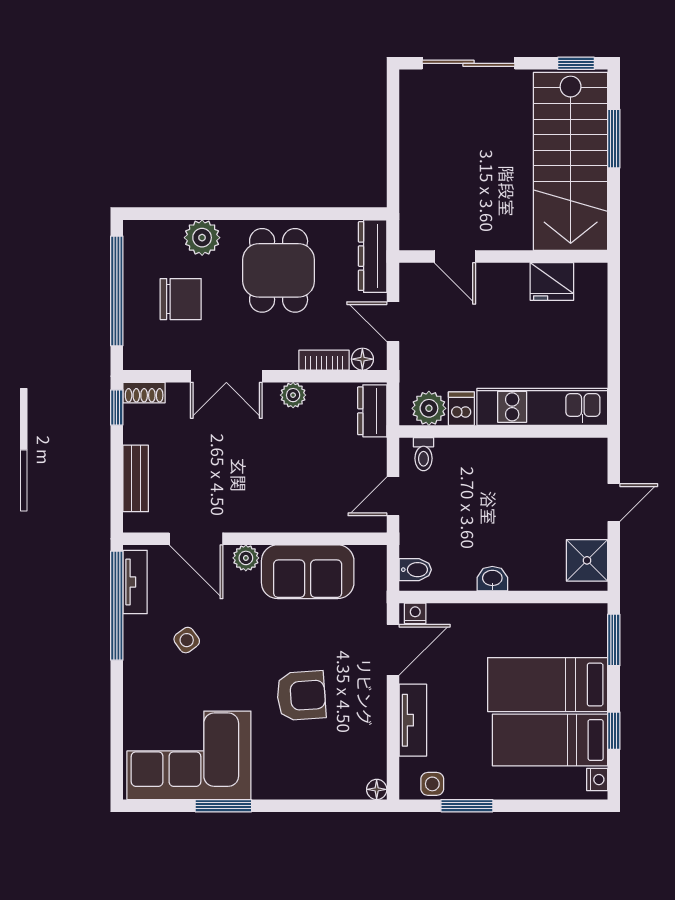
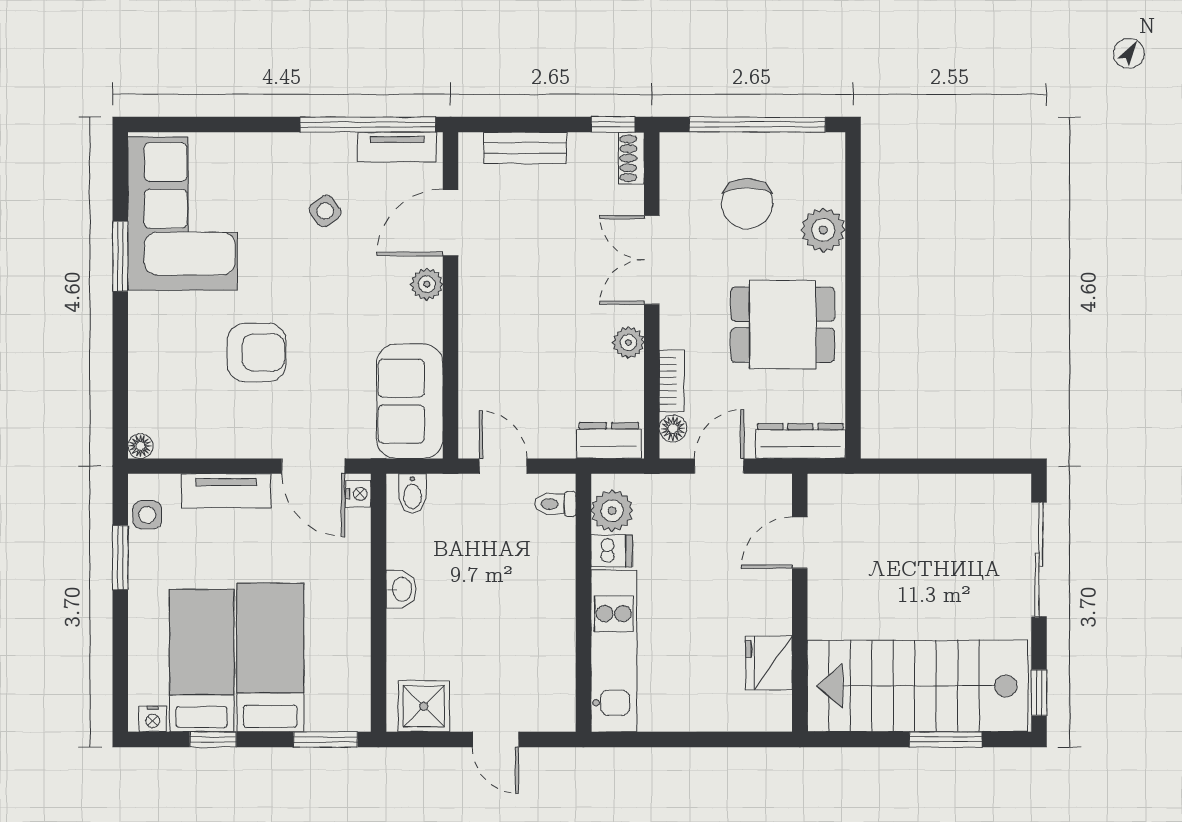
sofa: (308, 572) -> (410, 401), moved
armchair: (301, 696) -> (256, 352), turned -86

